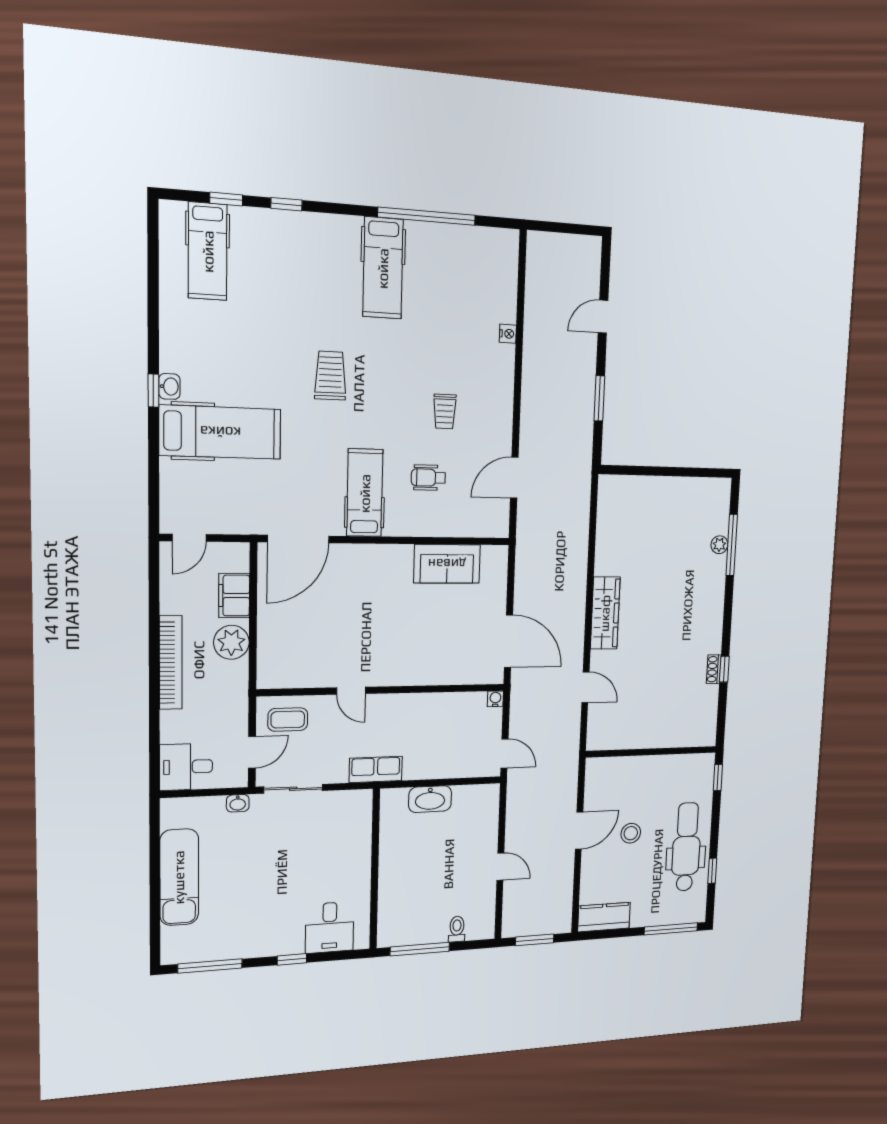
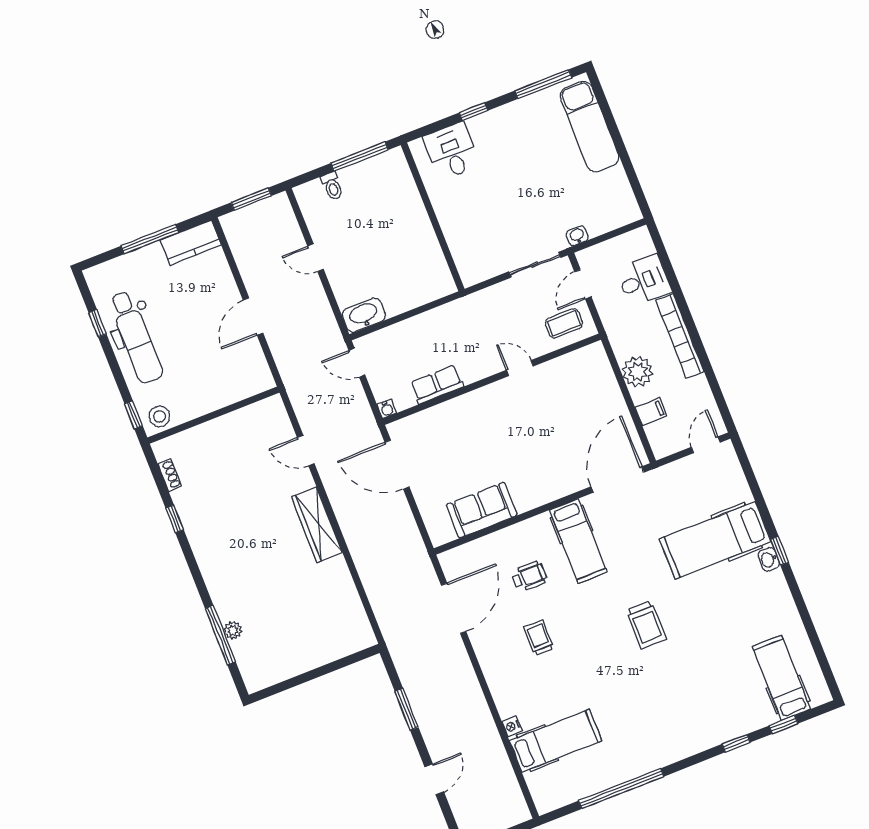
hospital bed: (383, 268) -> (556, 741), moved, turned 90
door: (514, 478) -> (454, 608), width x1.36
filing cabinet: (234, 596) -> (651, 412), width x0.50
shoe rack: (714, 669) -> (170, 475), moved
desk: (186, 767) -> (644, 281), moved
row of seats: (376, 769) -> (437, 385), moved, turned 180
washbasin: (430, 799) -> (364, 315), moved
stool: (631, 833) -> (159, 416), moved
exam couch: (179, 877) -> (590, 127), moved
window: (671, 929) -> (150, 239), moved

